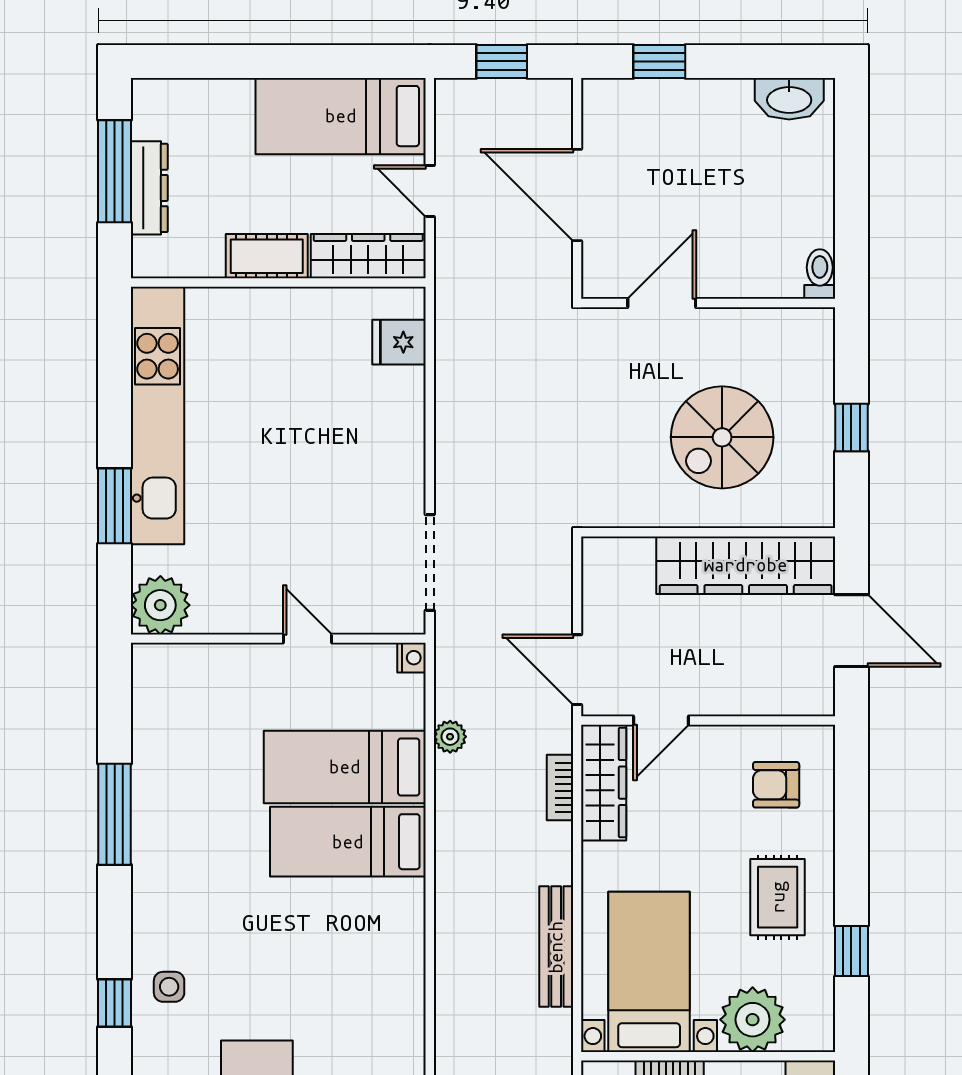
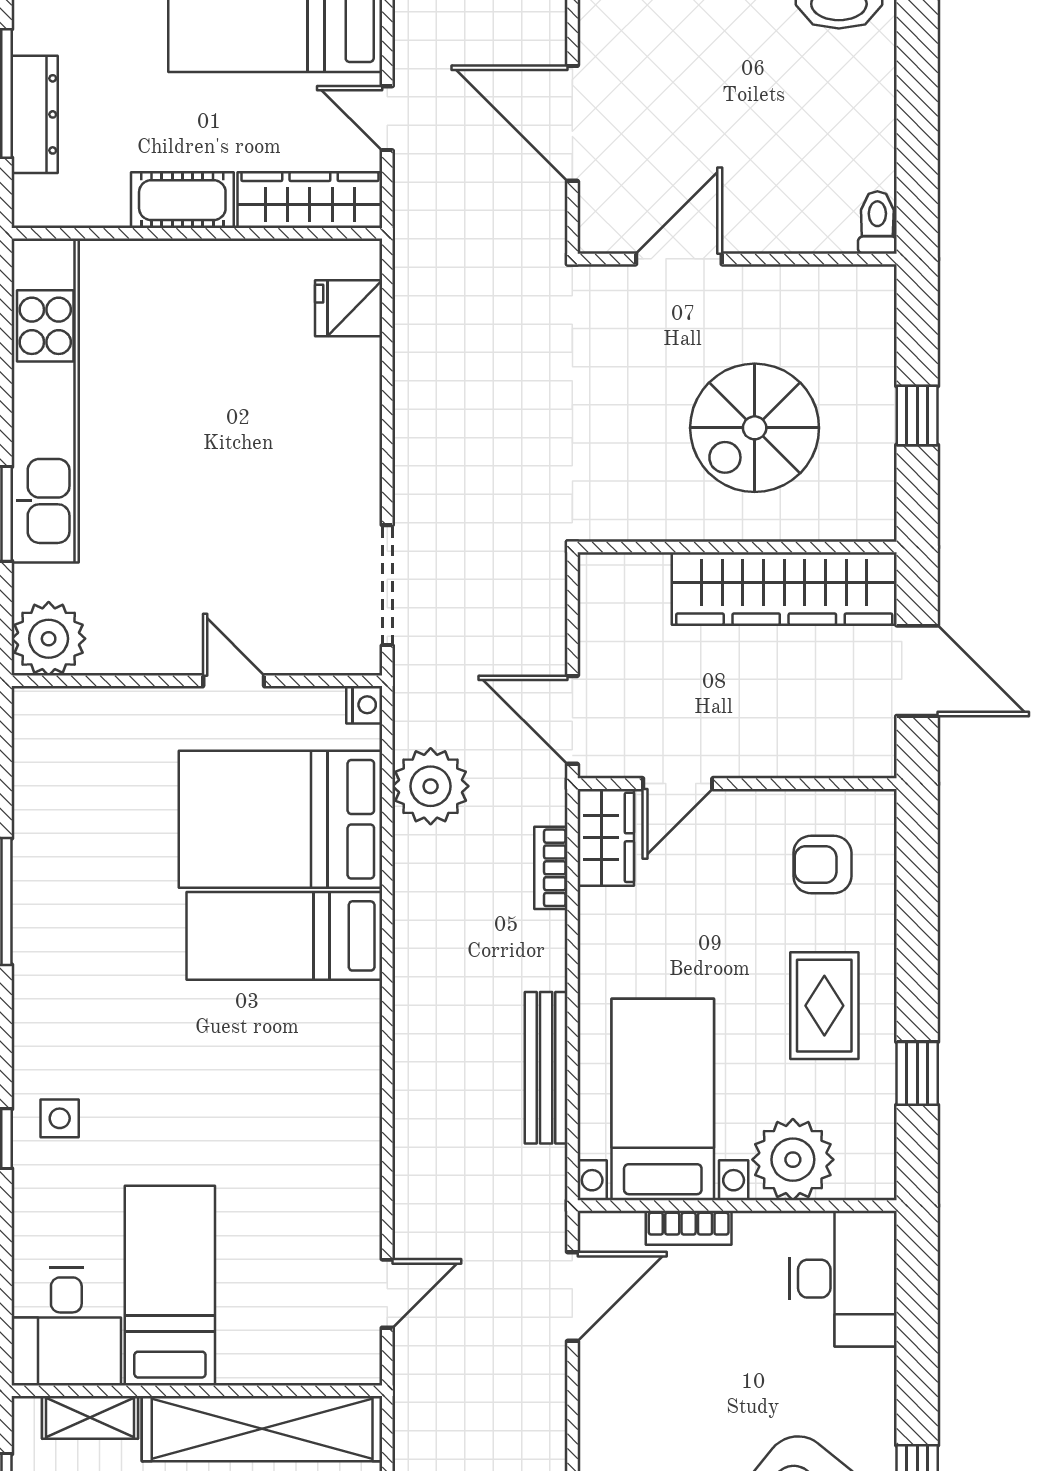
plant: (450, 737) -> (431, 786), width x1.88, depth x1.88
bed: (345, 767) -> (280, 819), width x1.50
wardrobe: (604, 783) -> (606, 837), width x0.67

